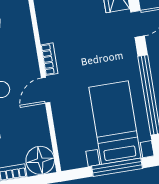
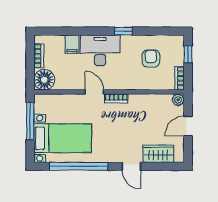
window: (117, 167) -> (30, 121), moved

